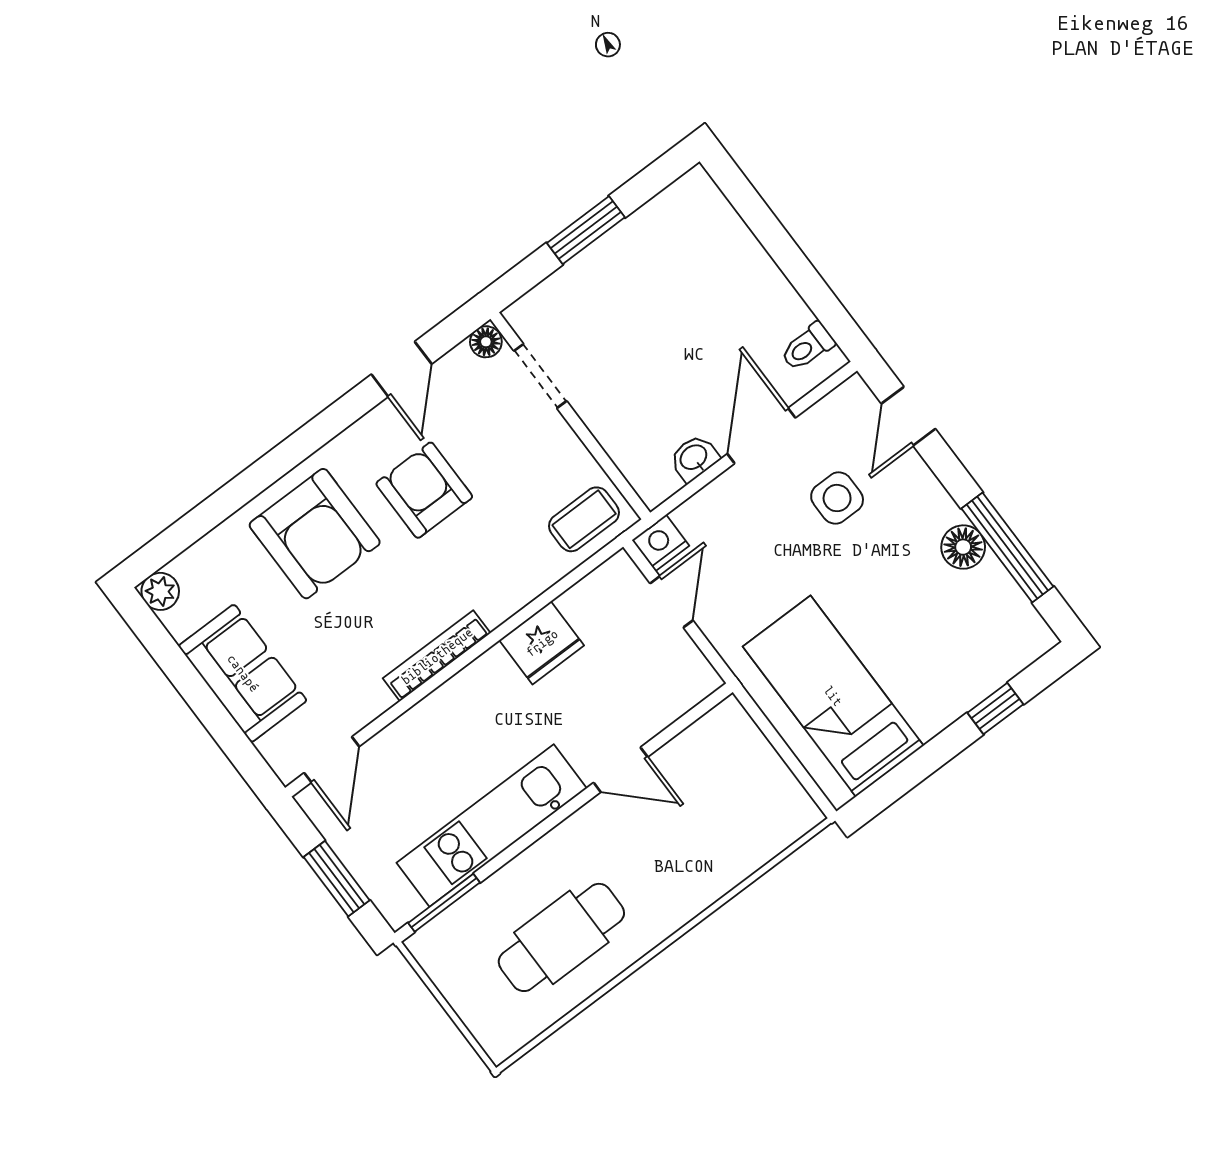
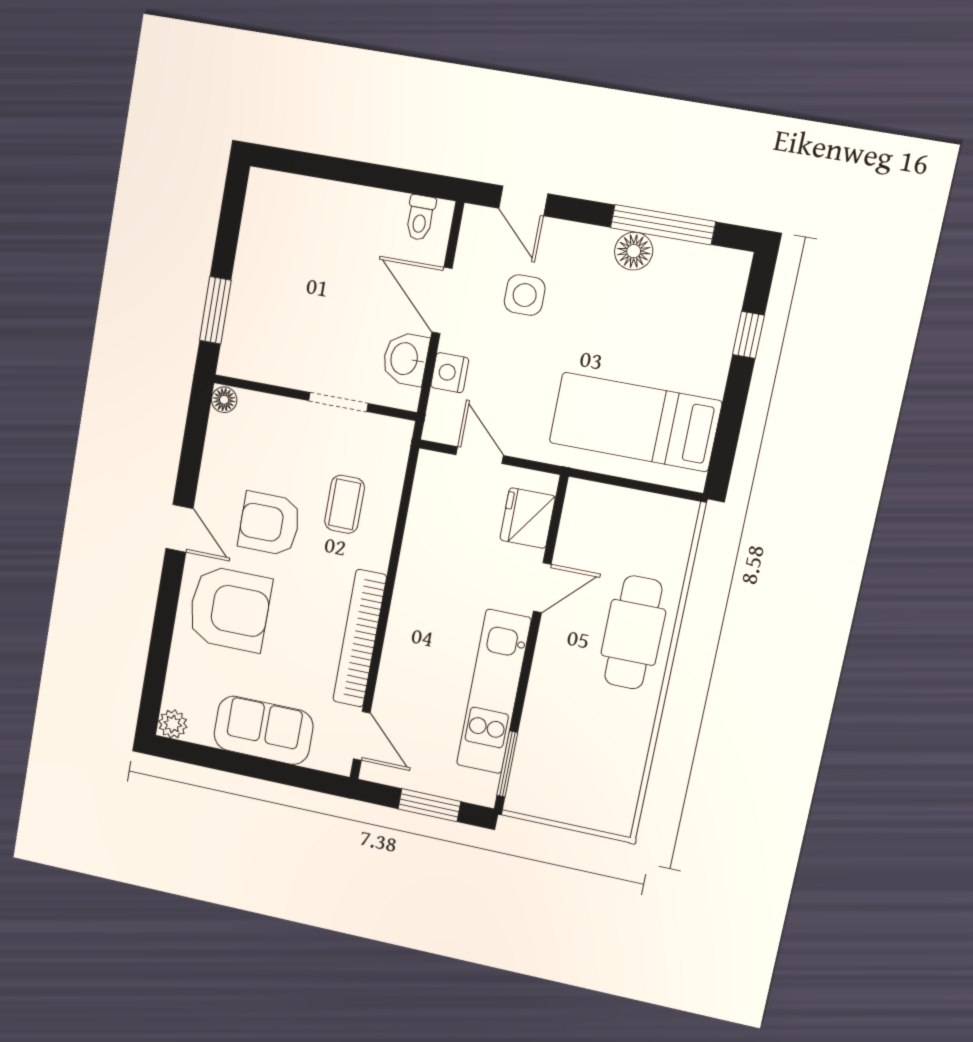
window: (586, 230) -> (215, 310), moved
door: (401, 369) -> (179, 528), moved
doorway: (540, 376) -> (338, 402), moved
washbasin: (694, 458) -> (405, 359), width x1.38, depth x1.45
coffee table: (584, 519) -> (345, 504), moved
nightstand: (661, 543) -> (450, 373), moved
fridge: (542, 643) -> (528, 518), moved, turned 180
bookcase: (437, 656) -> (360, 638), width x1.48, depth x1.31
cafe table: (561, 937) -> (633, 632), moved

